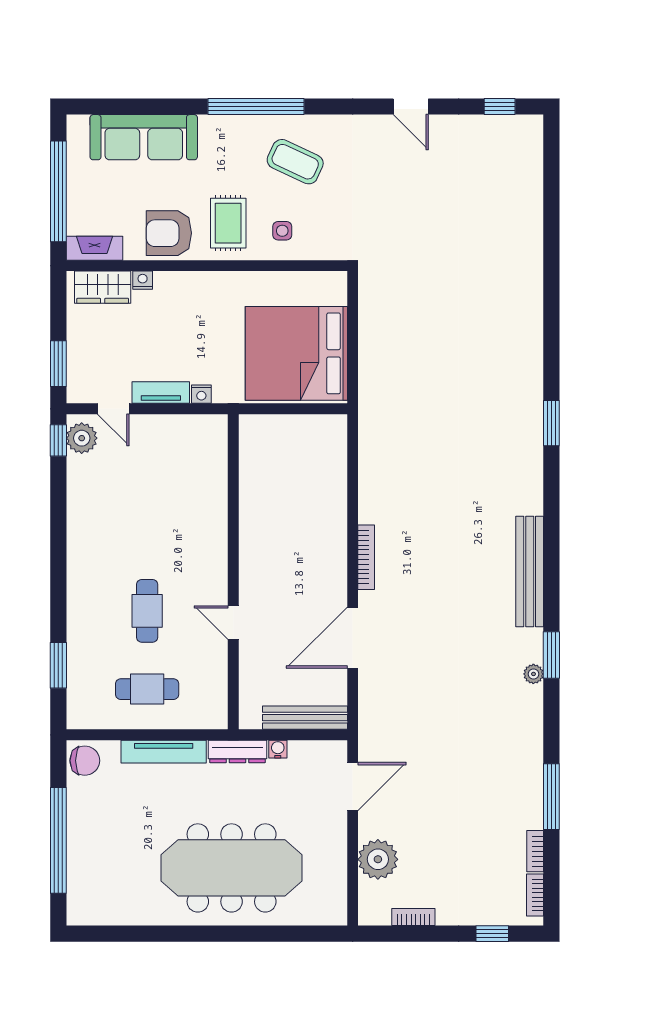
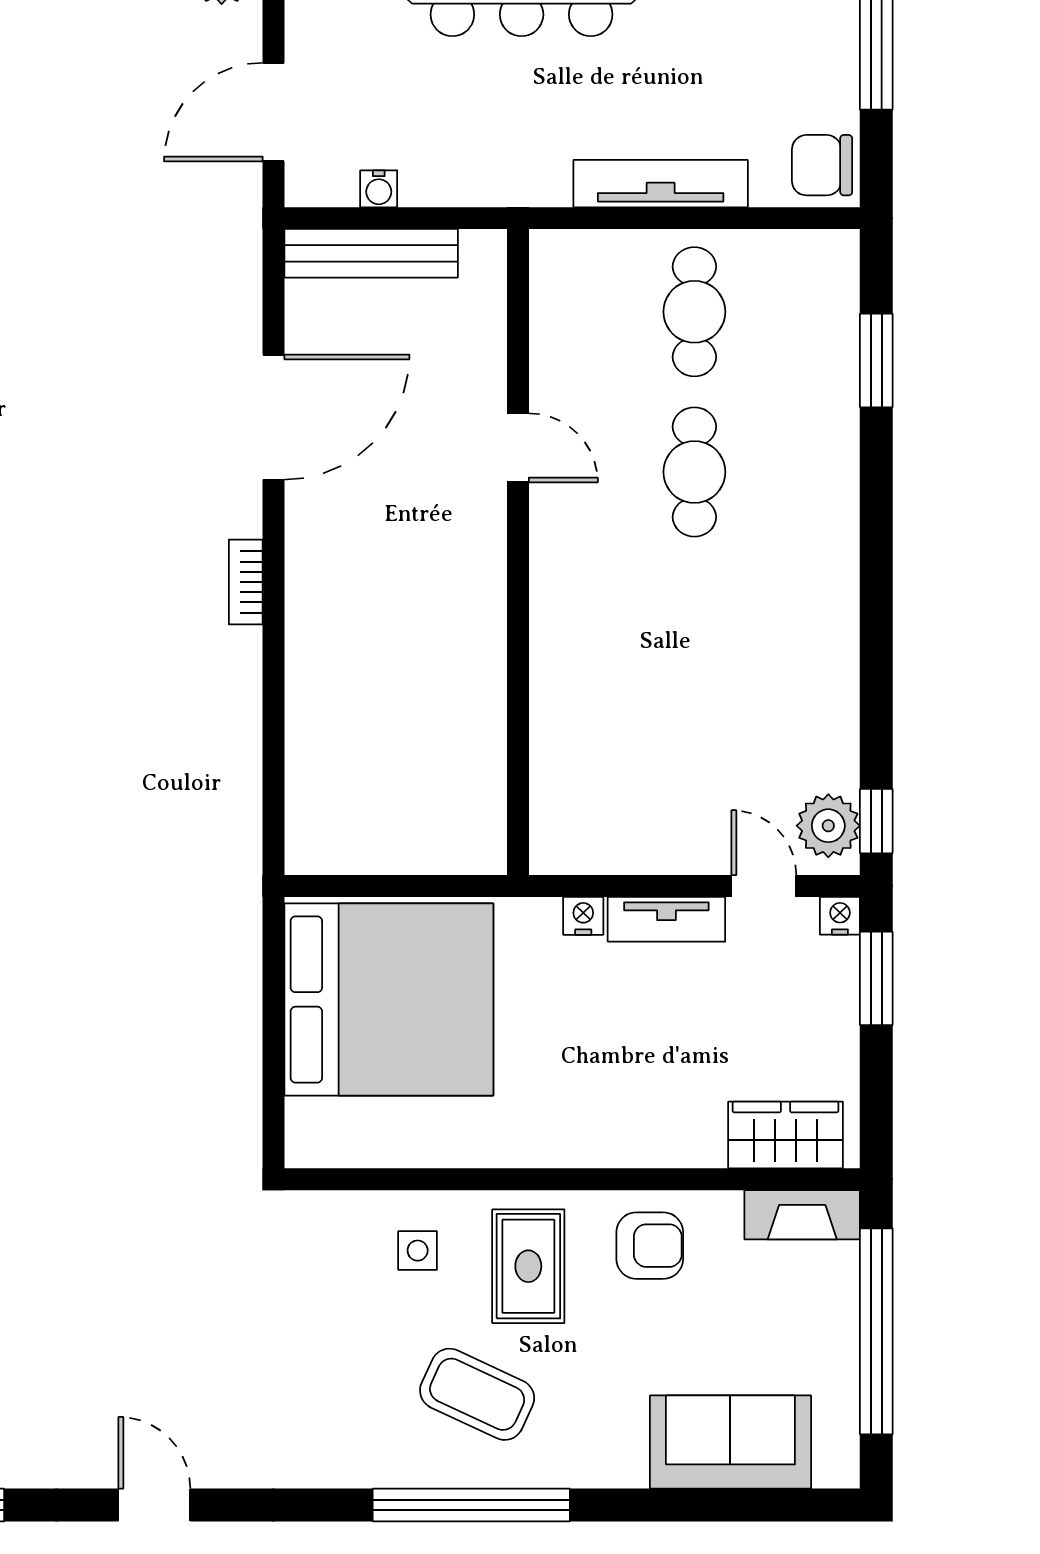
sofa: (144, 137) -> (730, 1442), width x0.73
coffee table: (295, 162) -> (477, 1394), moved
armchair: (169, 233) -> (650, 1246), width x0.72, depth x0.72
nightstand: (143, 280) -> (840, 916), moved, turned 180
bookcase: (366, 557) -> (246, 582), width x0.64
cafe table: (147, 689) -> (694, 312), turned 90
water cooler: (278, 749) -> (379, 189), moved
dresser: (237, 752) -> (509, 184), removed

